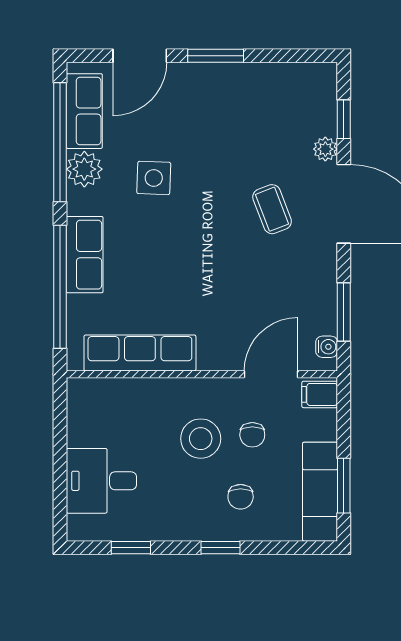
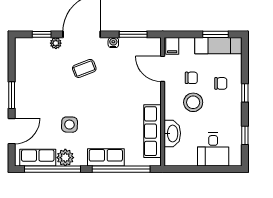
door: (140, 56) -> (12, 131), hinge flipped
water cooler: (327, 347) -> (113, 43), moved
washbasin: (135, 394) -> (172, 133), added

